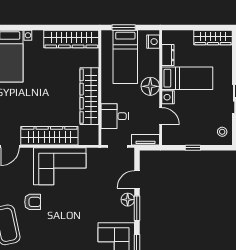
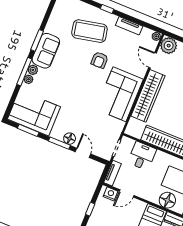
floor lamp: (150, 86) -> (167, 200), moved
nightstand: (168, 97) -> (111, 194), moved

